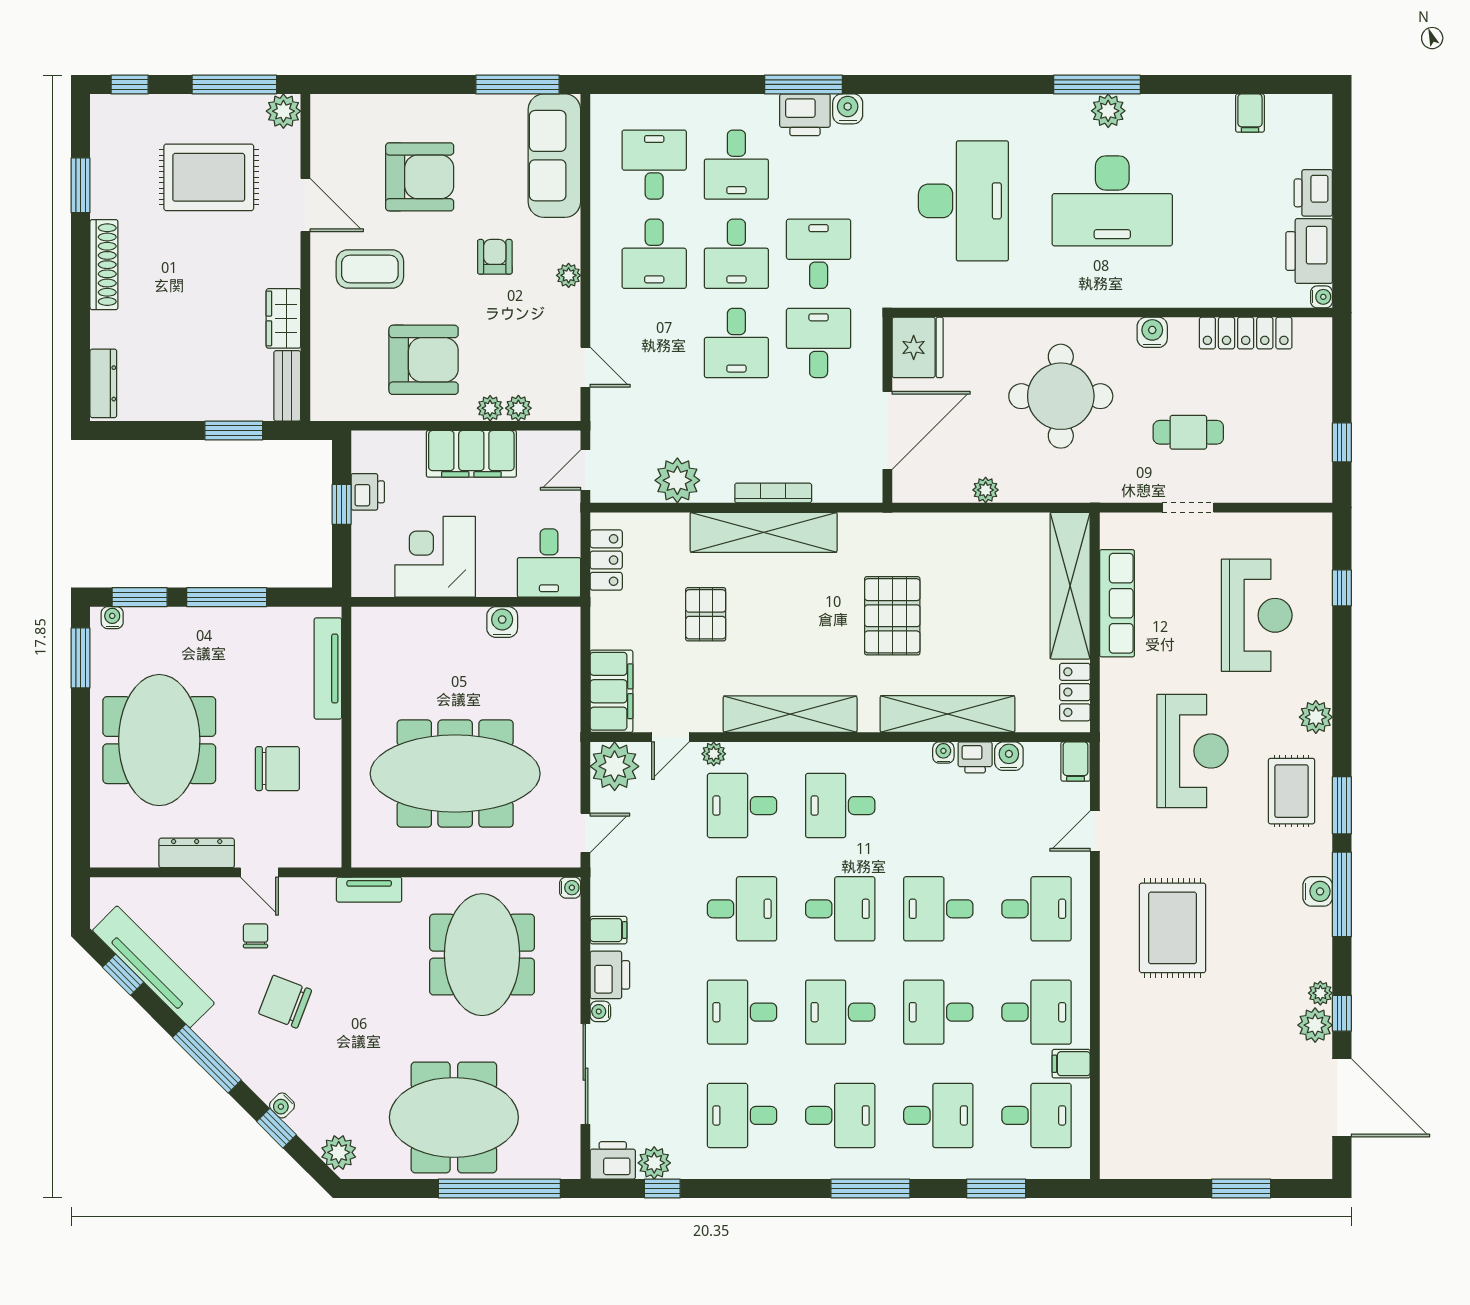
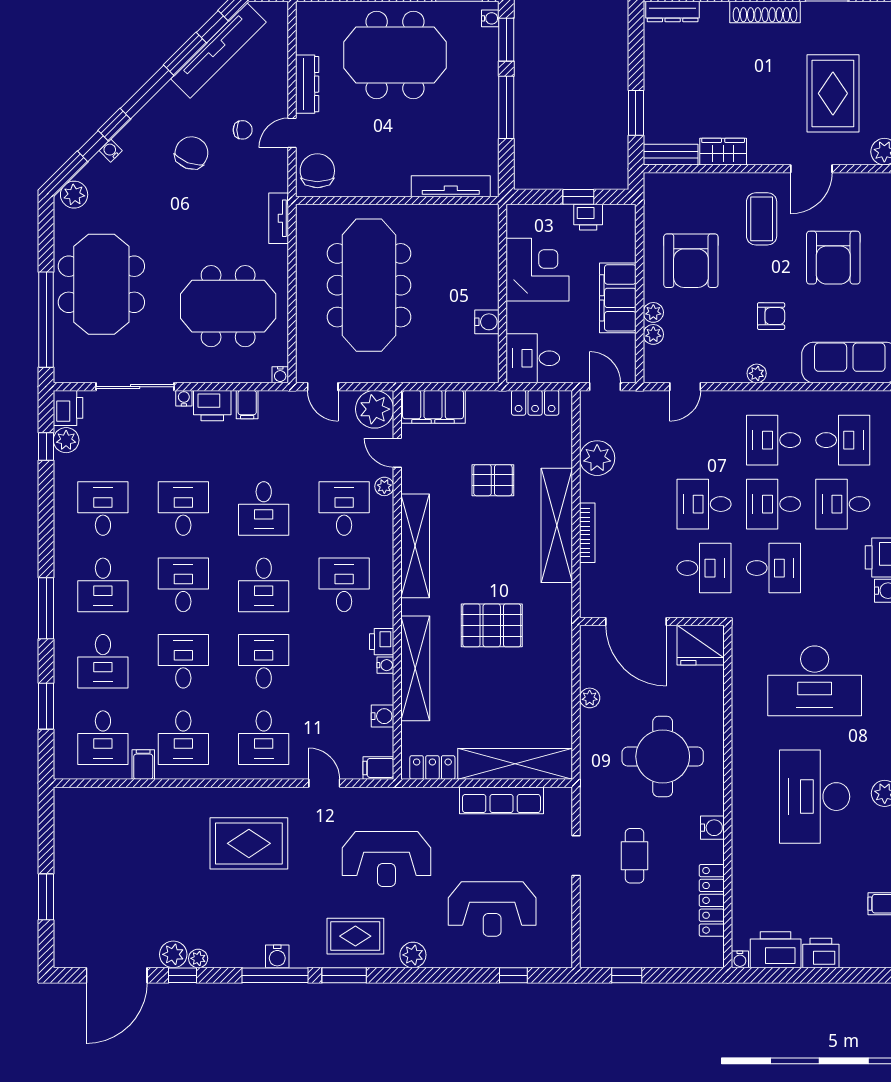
printer: (975, 757) -> (382, 642), moved
chair: (277, 769) -> (317, 171), moved, turned 180

